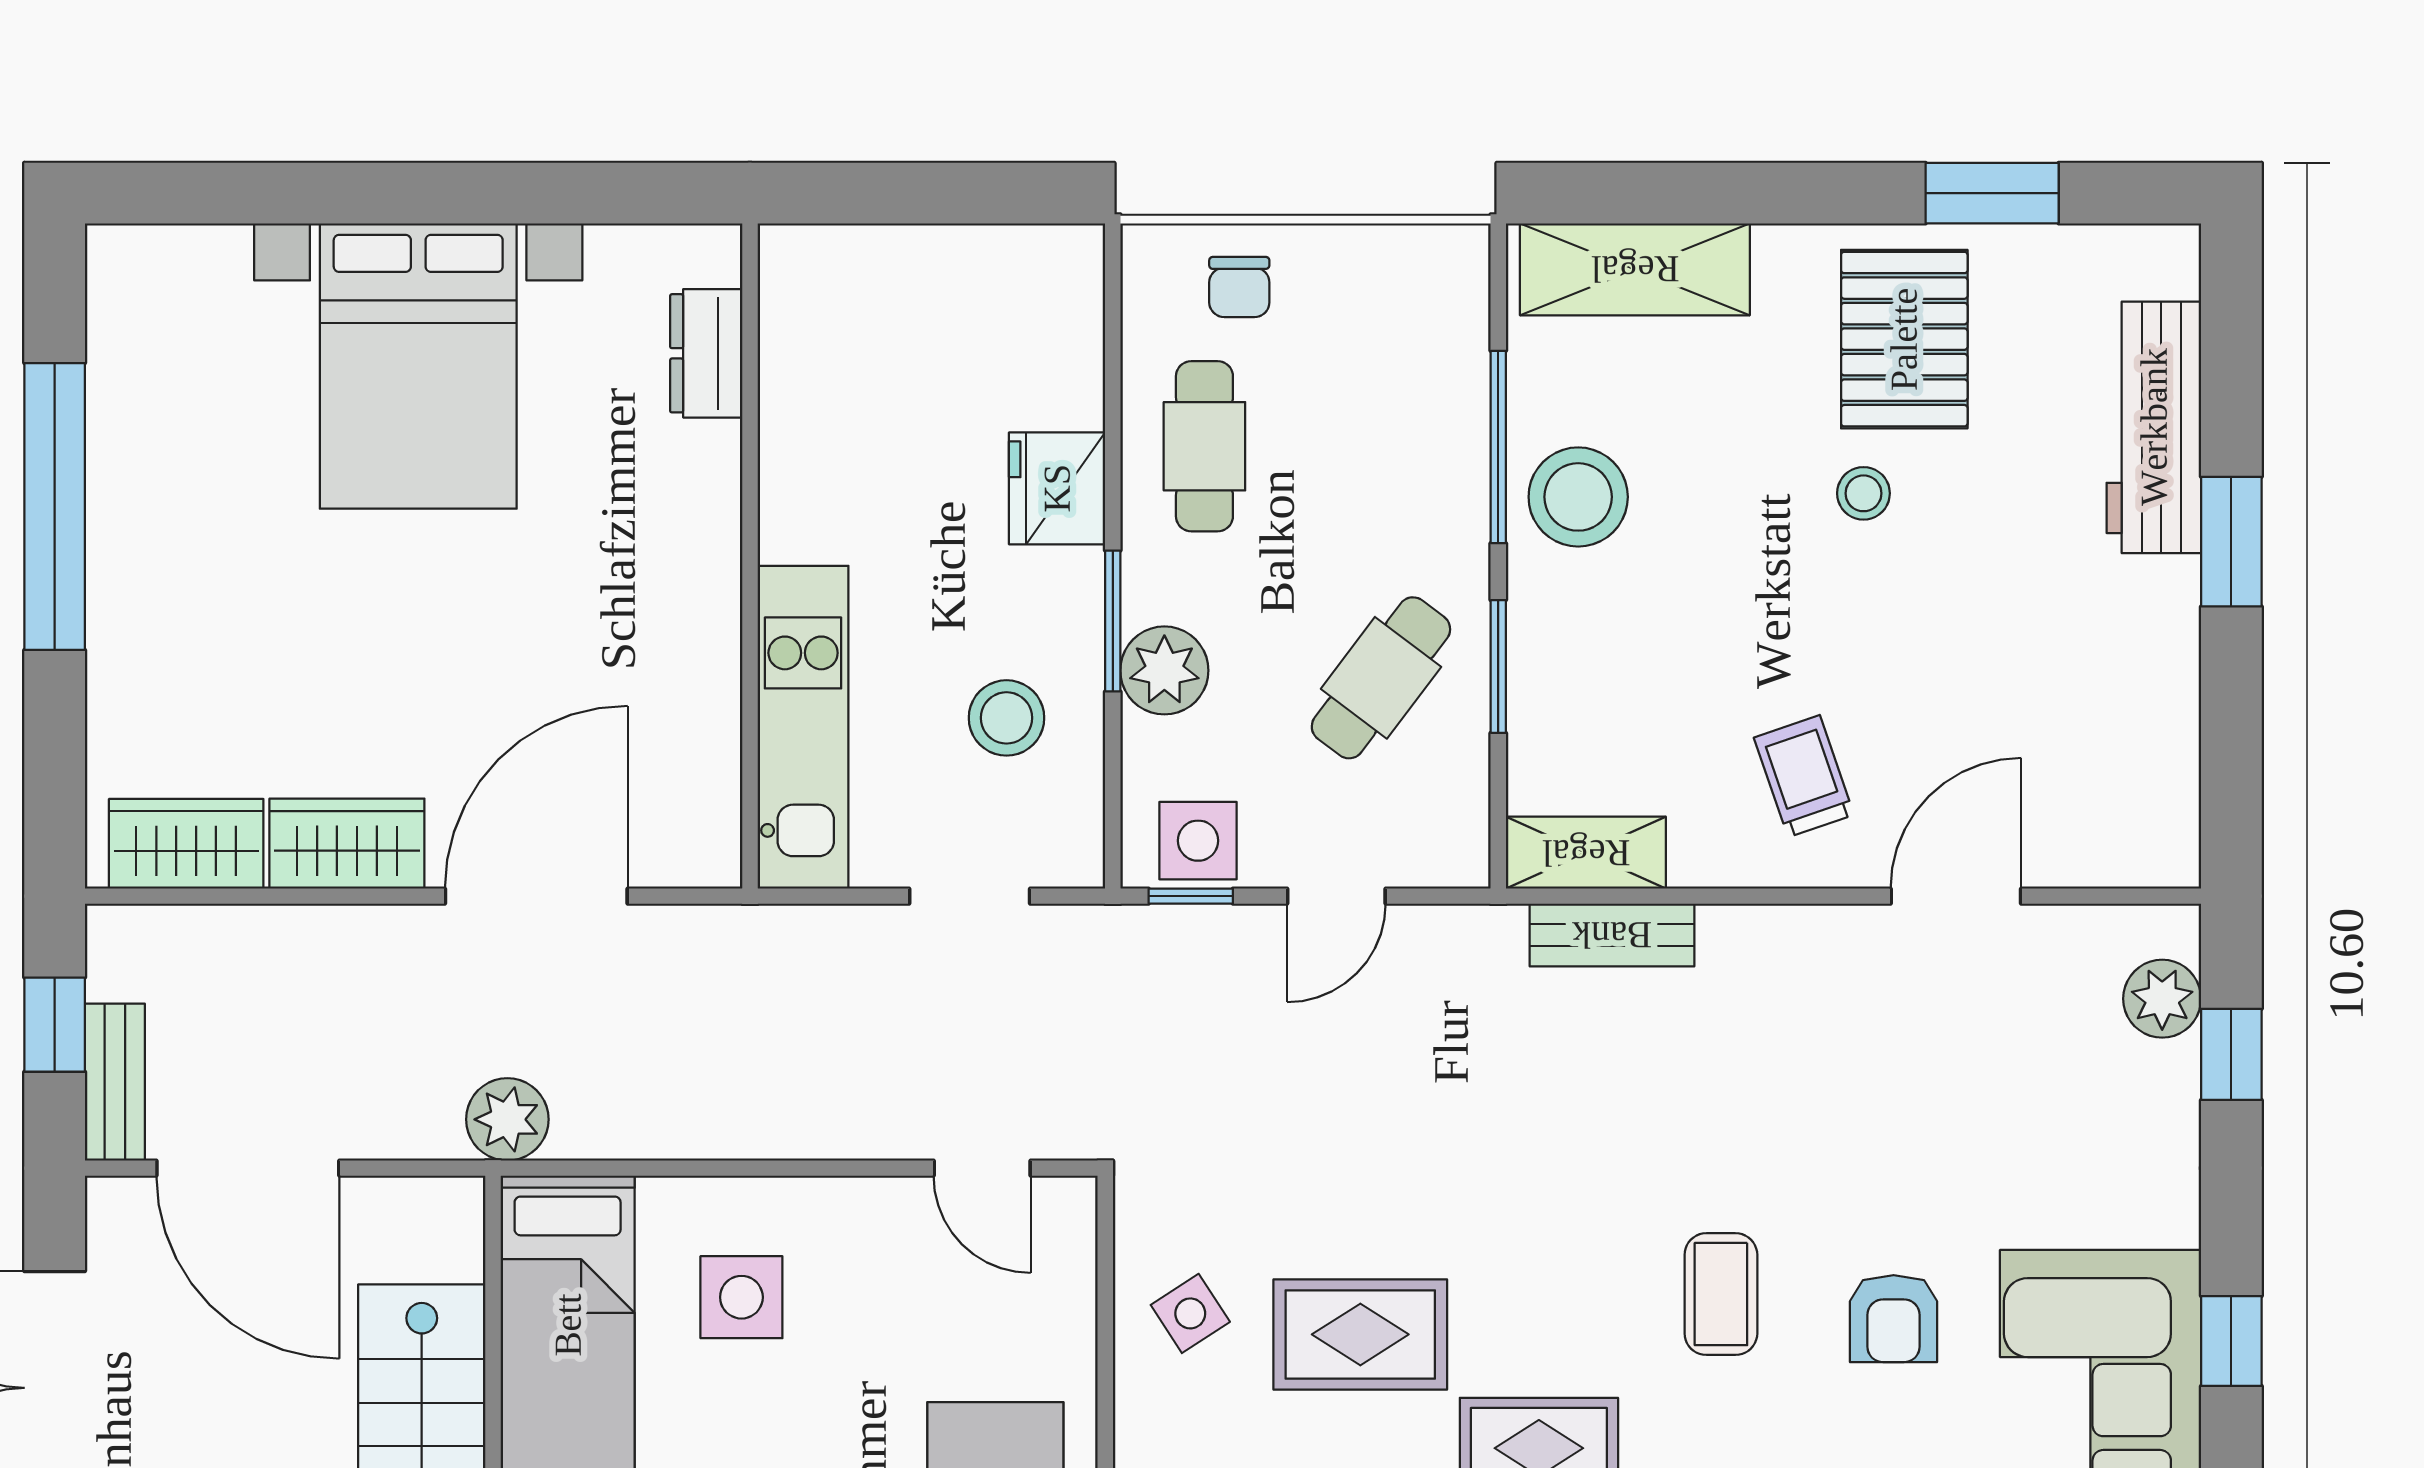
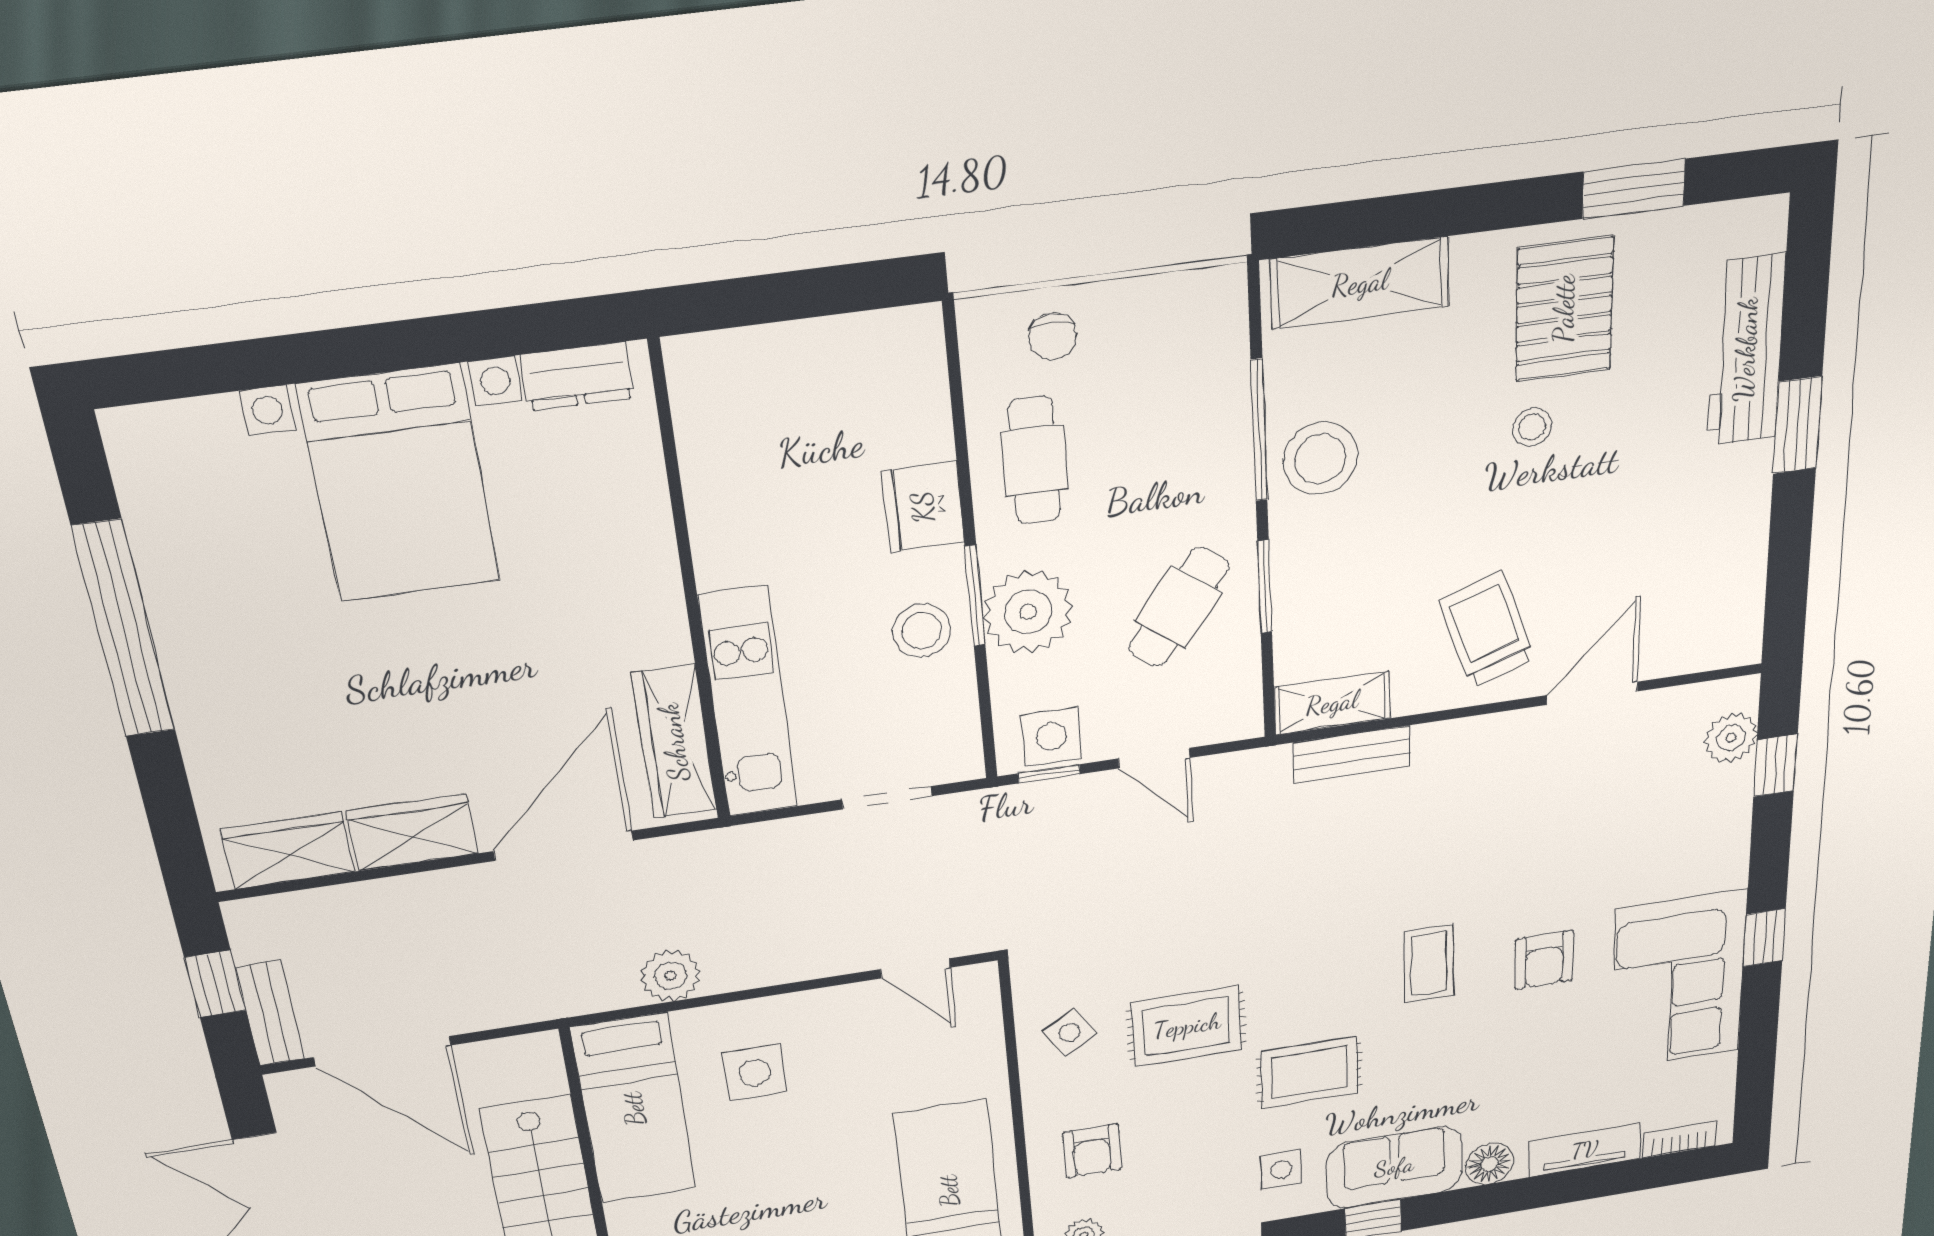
dresser: (706, 353) -> (577, 376), moved, turned -90
plant: (1164, 670) -> (1028, 612), width x1.36, depth x1.36
stool: (1006, 718) -> (922, 631), moved
wardrobe: (701, 768) -> (674, 742), added
trolley: (1804, 776) -> (1487, 630), width x1.36, depth x1.39
door: (1336, 896) -> (1154, 758), hinge flipped
plant: (507, 1119) -> (670, 976), moved

